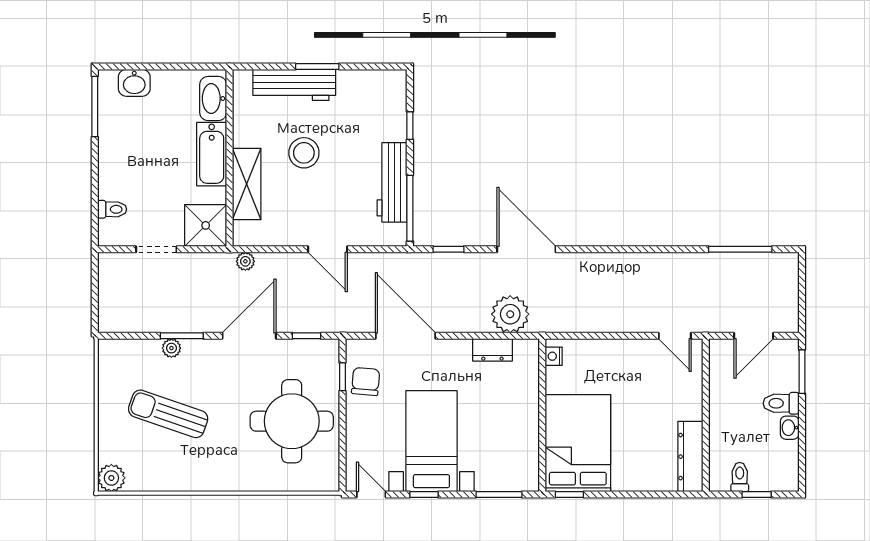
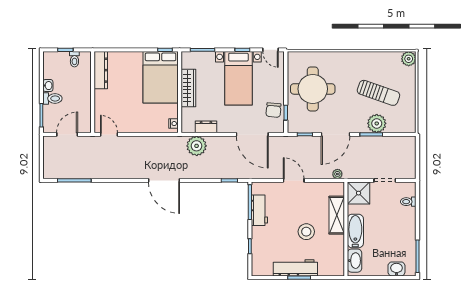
workbench: (294, 85) -> (295, 268), moved
workbench: (392, 182) -> (259, 210), width x0.73
door: (526, 249) -> (164, 180), moved
plant: (171, 348) -> (377, 123), width x1.88, depth x1.88
wardrobe: (526, 423) -> (188, 88), added

